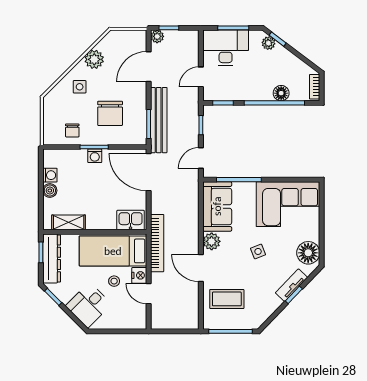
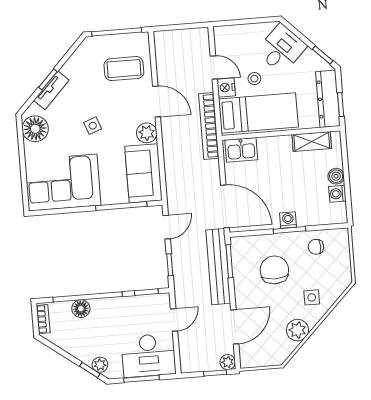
chair: (72, 130) -> (316, 247), turned -90

